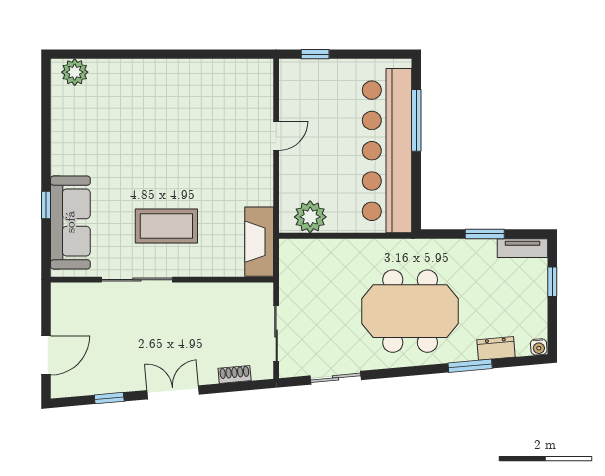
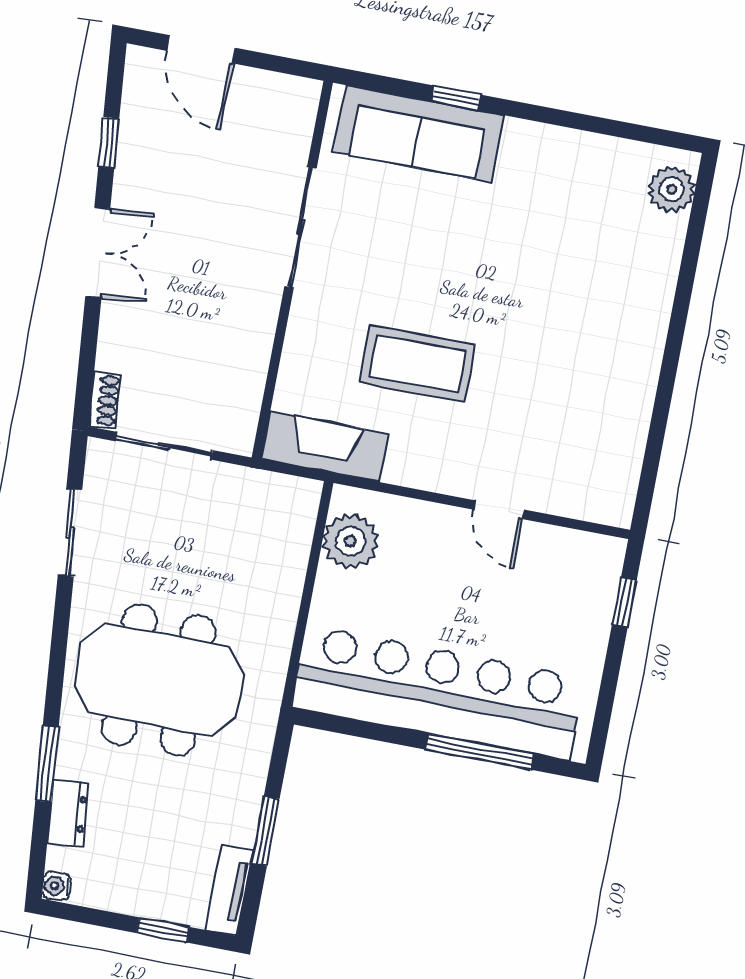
coffee table: (166, 226) -> (417, 364), moved, turned 90
meeting table: (410, 311) -> (159, 680), turned 90
shoe rack: (235, 374) -> (104, 400), moved

